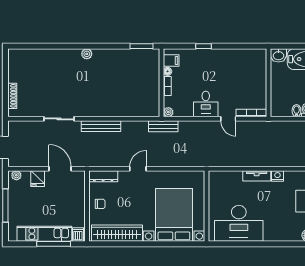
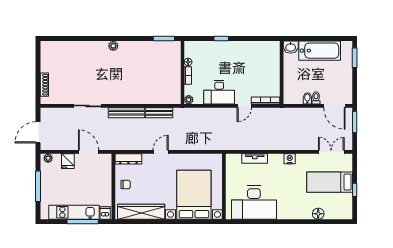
filing cabinet: (171, 61) -> (191, 52), removed
desk: (206, 104) -> (219, 92), width x1.37
door: (228, 119) -> (244, 106), hinge flipped
bench: (163, 126) -> (159, 113), moved
tv unit: (257, 176) -> (255, 159), moved

